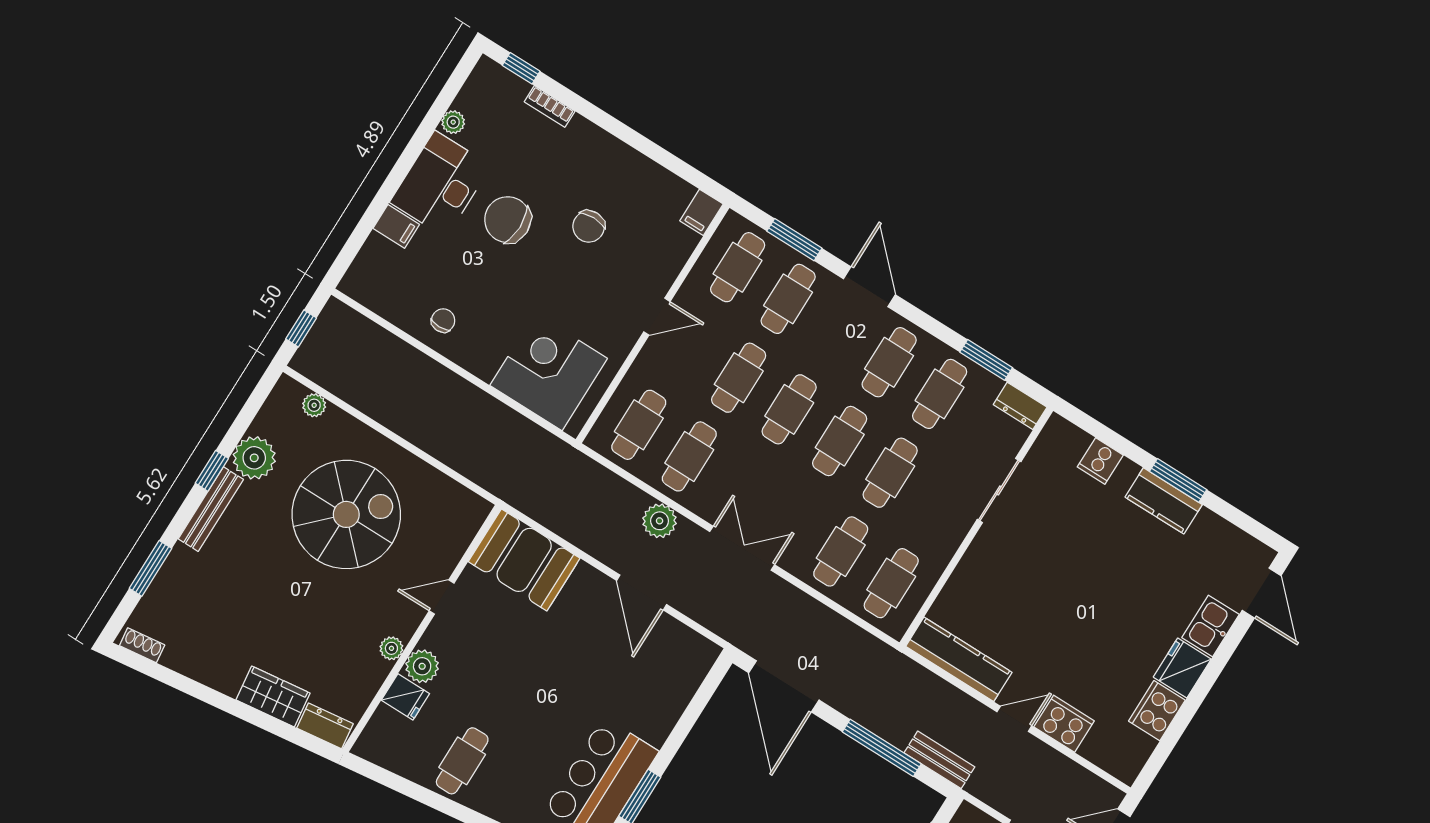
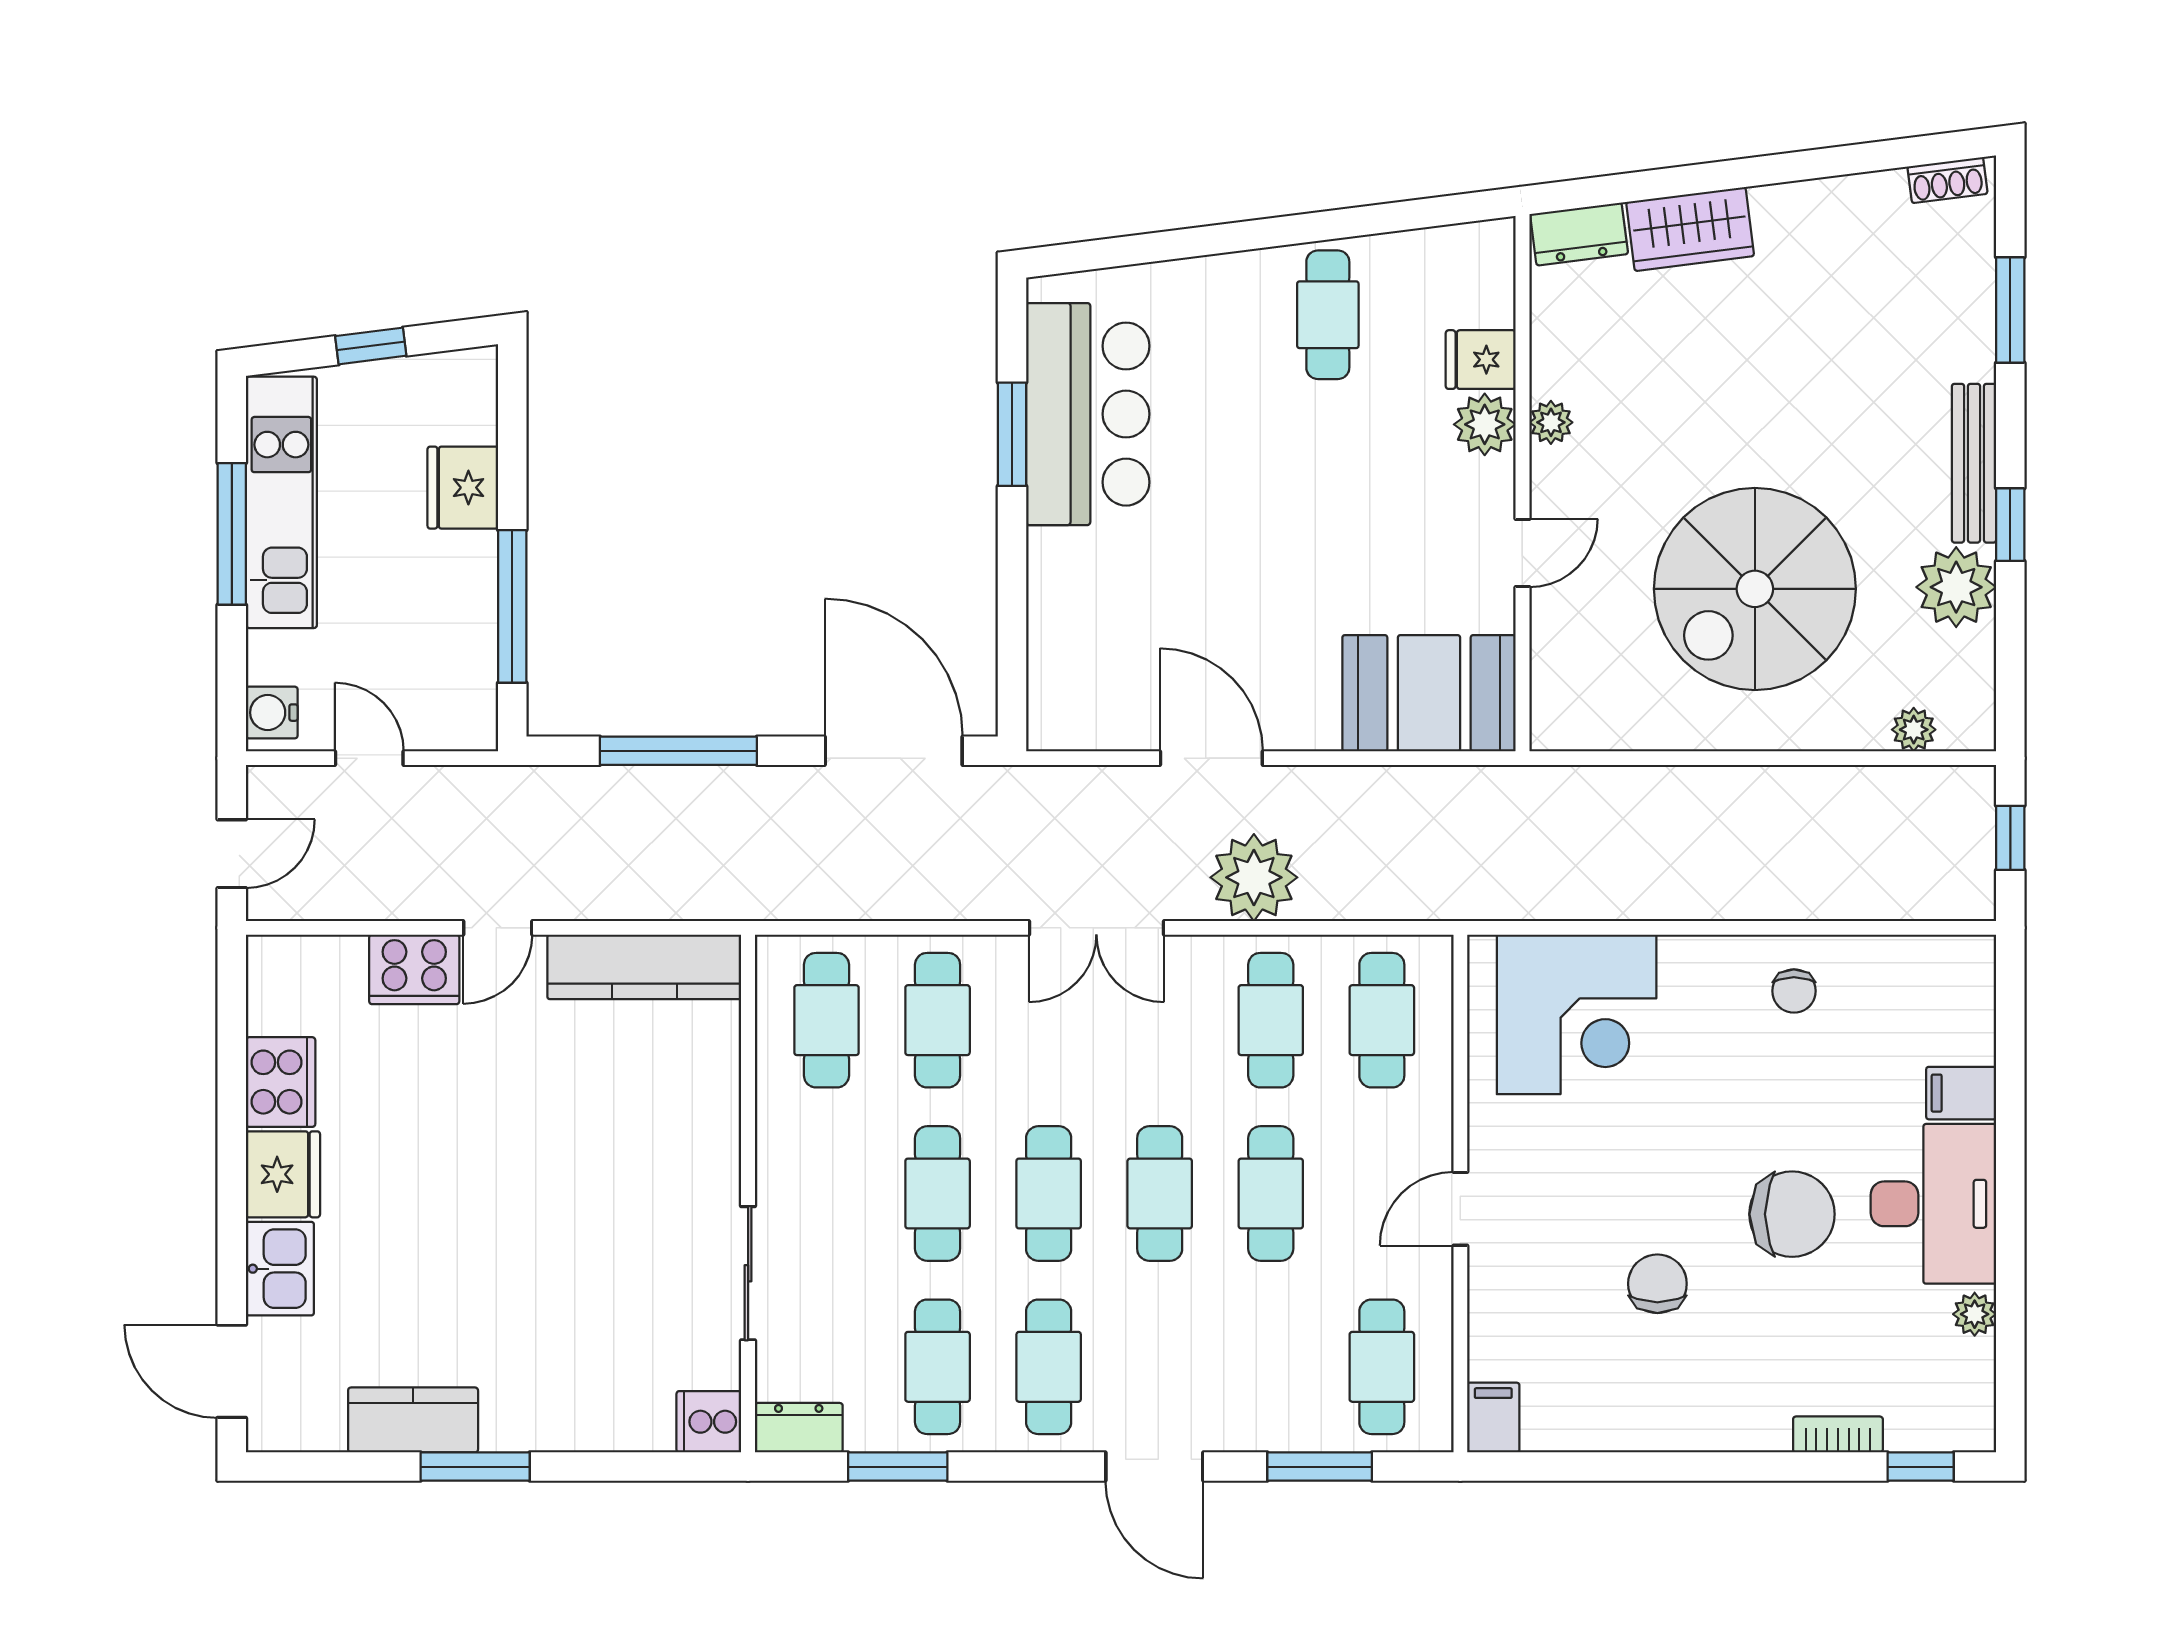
cafe table: (788, 299) -> (1271, 1367), removed
cooker: (1100, 461) -> (709, 1422), moved, turned -90
kitchen counter: (1164, 501) -> (413, 1420), moved
plant: (660, 521) -> (1254, 877), width x1.36, depth x1.36
bench: (939, 760) -> (575, 789), removed

